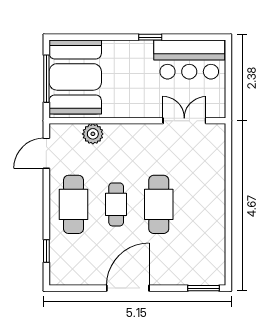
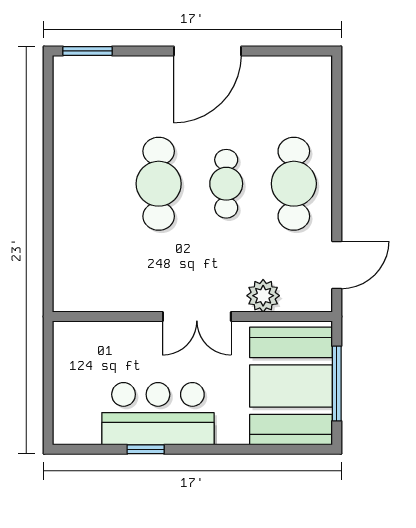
window: (150, 37) -> (146, 449), moved
bar counter: (189, 59) -> (158, 414), moved
double door: (184, 121) -> (197, 316), moved
window: (46, 251) -> (337, 110), removed

